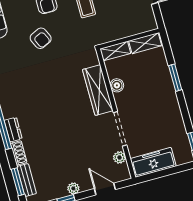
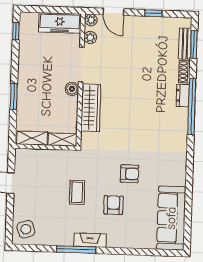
armchair: (41, 38) -> (130, 174), turned 115
boiler: (117, 85) -> (72, 89), moved
plant: (73, 188) -> (91, 20), moved

